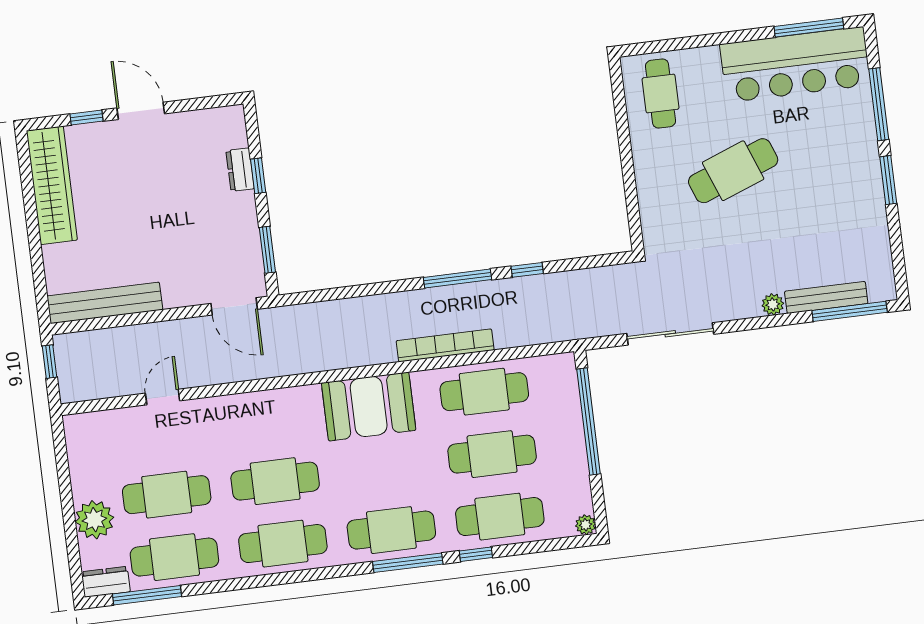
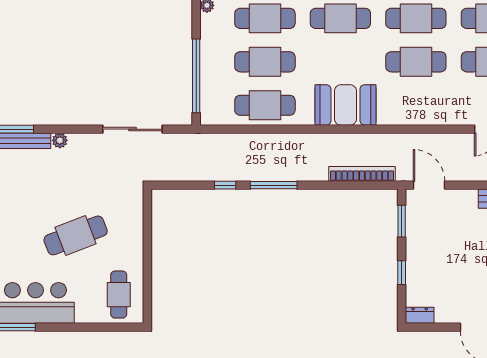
dresser: (240, 170) -> (420, 315), moved, turned -90
bookcase: (445, 345) -> (362, 174), moved, turned 180

